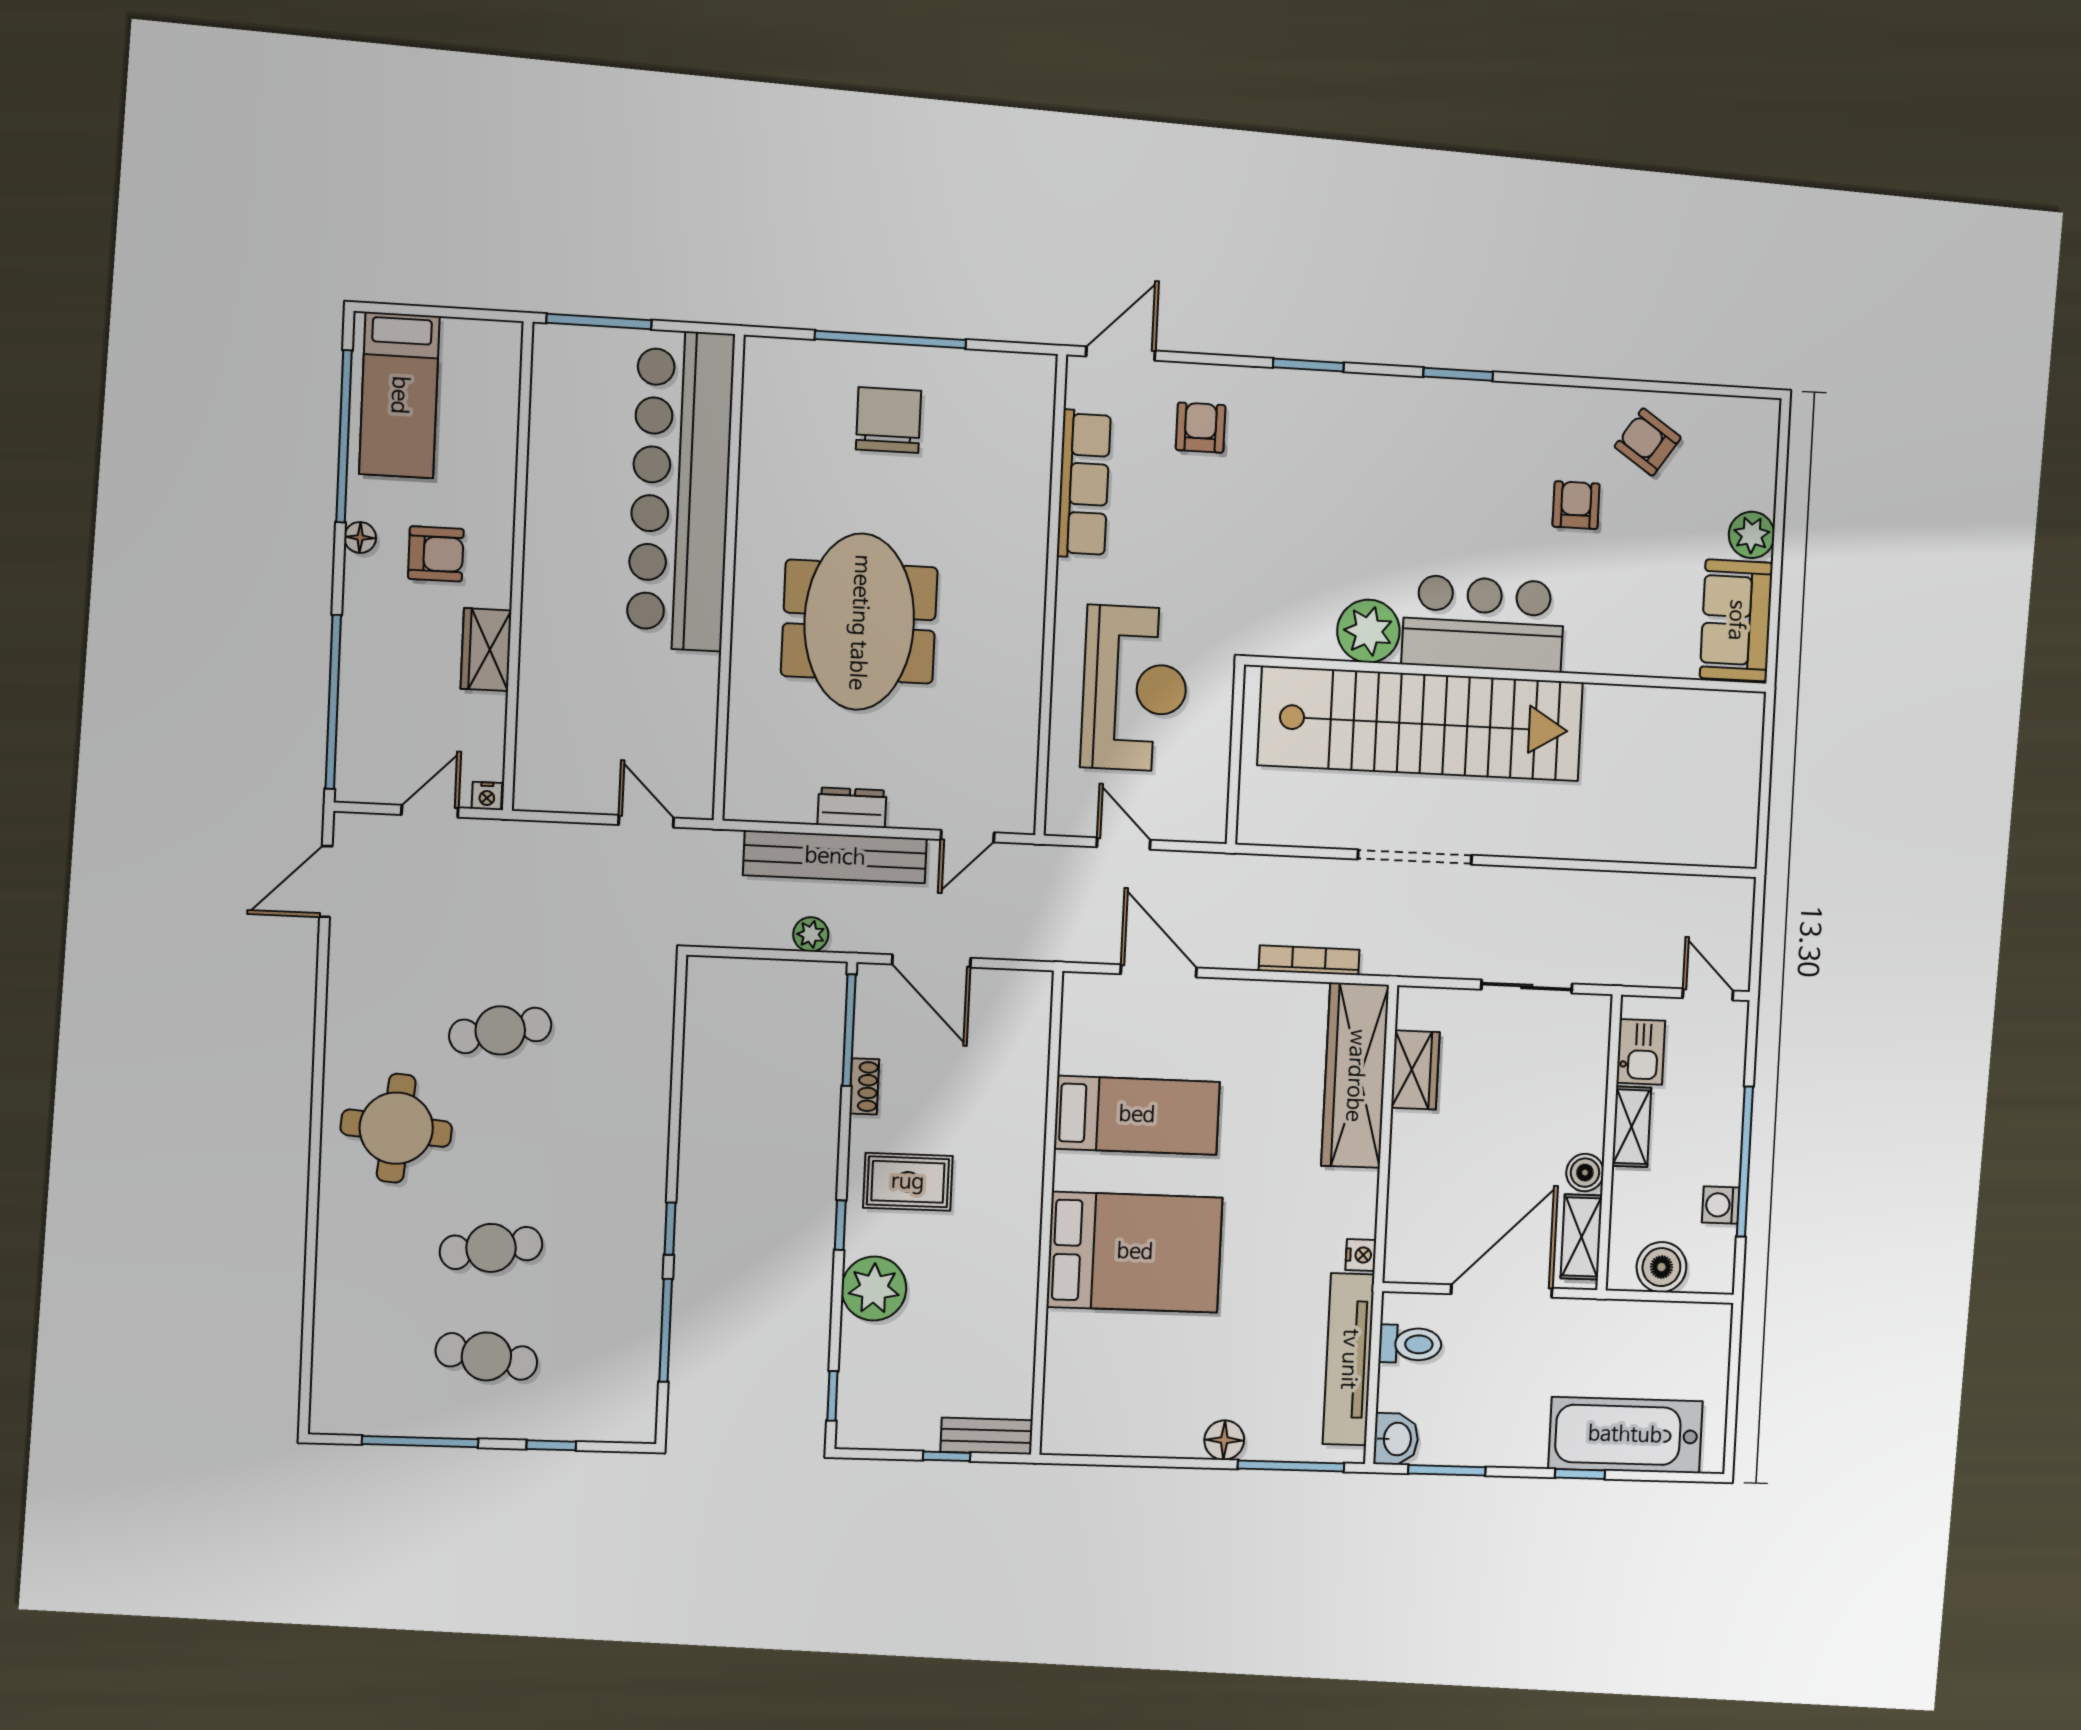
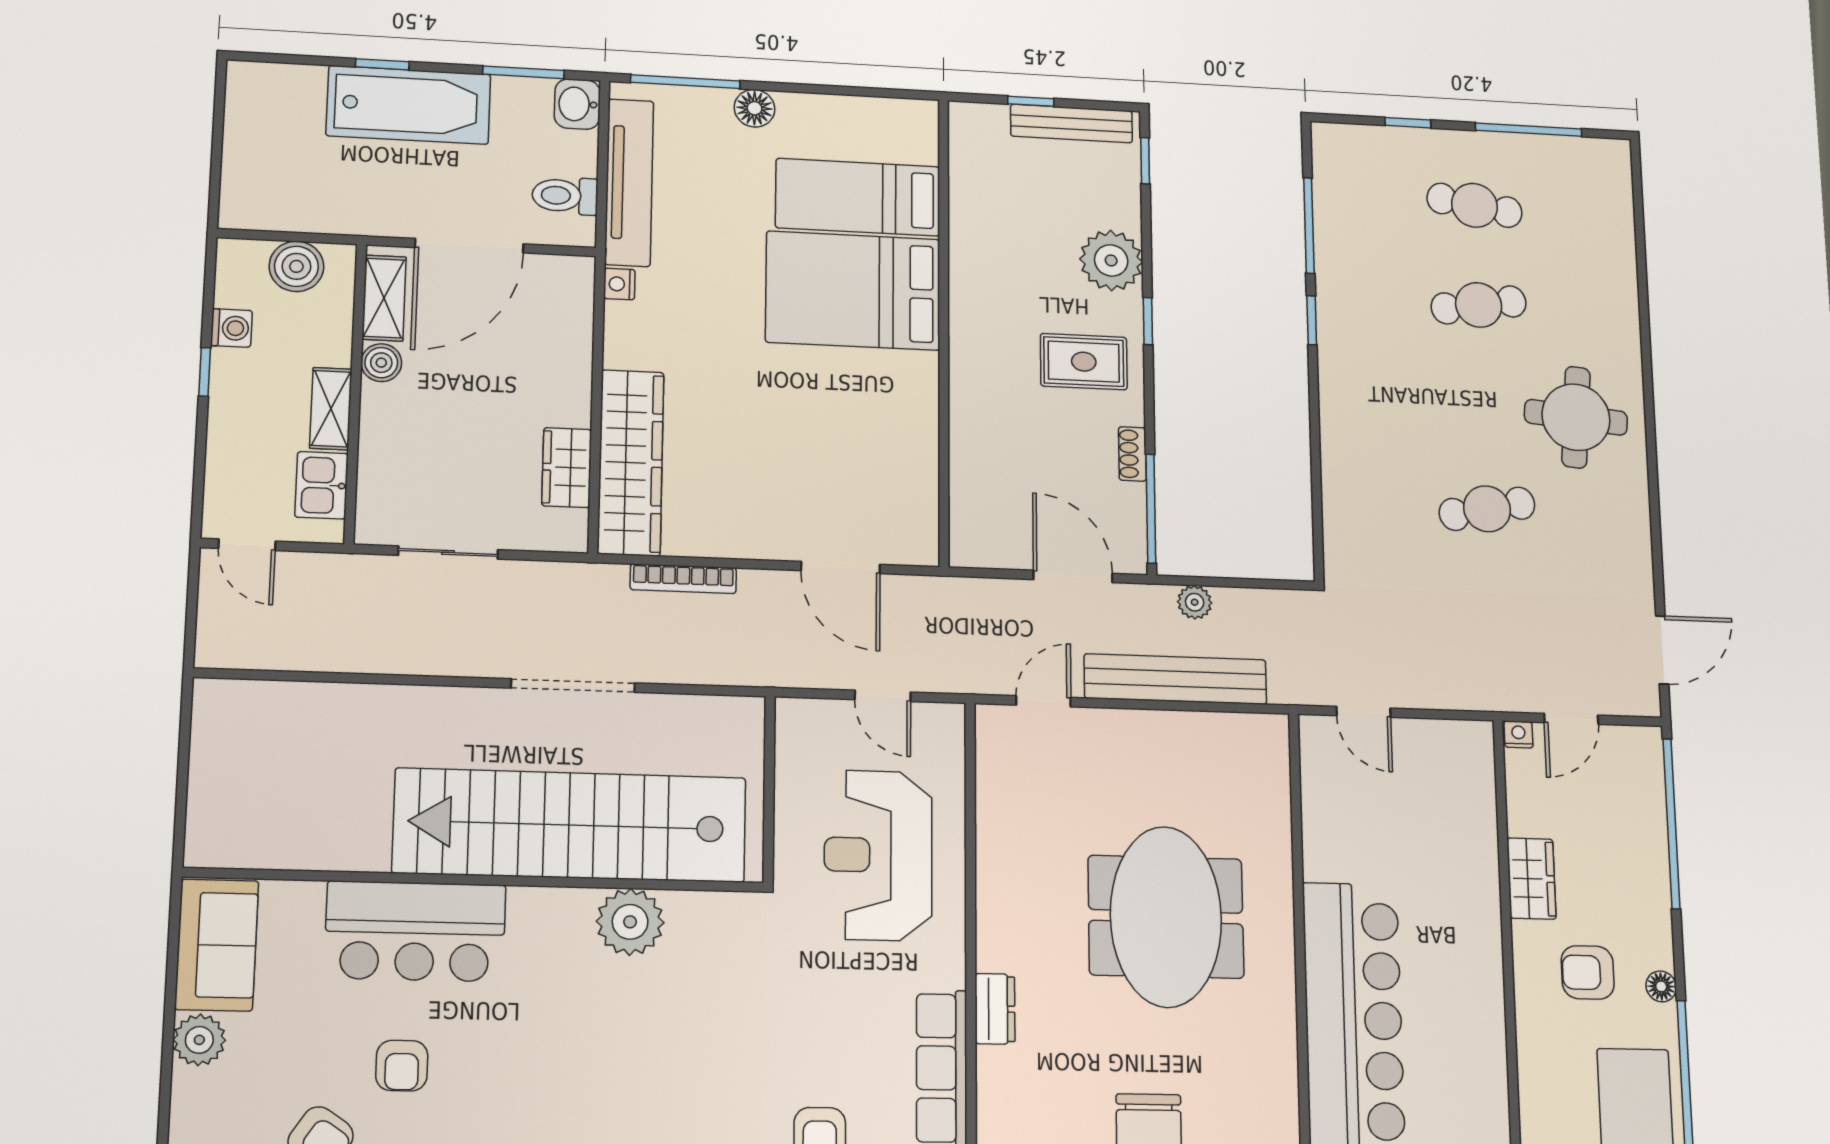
bar counter: (1483, 624) -> (415, 931), moved
dresser: (852, 808) -> (995, 1009), moved, turned -90
bed: (1137, 1115) -> (858, 197), moved
window: (1745, 1162) -> (205, 372), width x0.32
bathtub: (1625, 1435) -> (409, 105), moved
bench: (987, 1436) -> (1072, 124), moved, width x1.36

